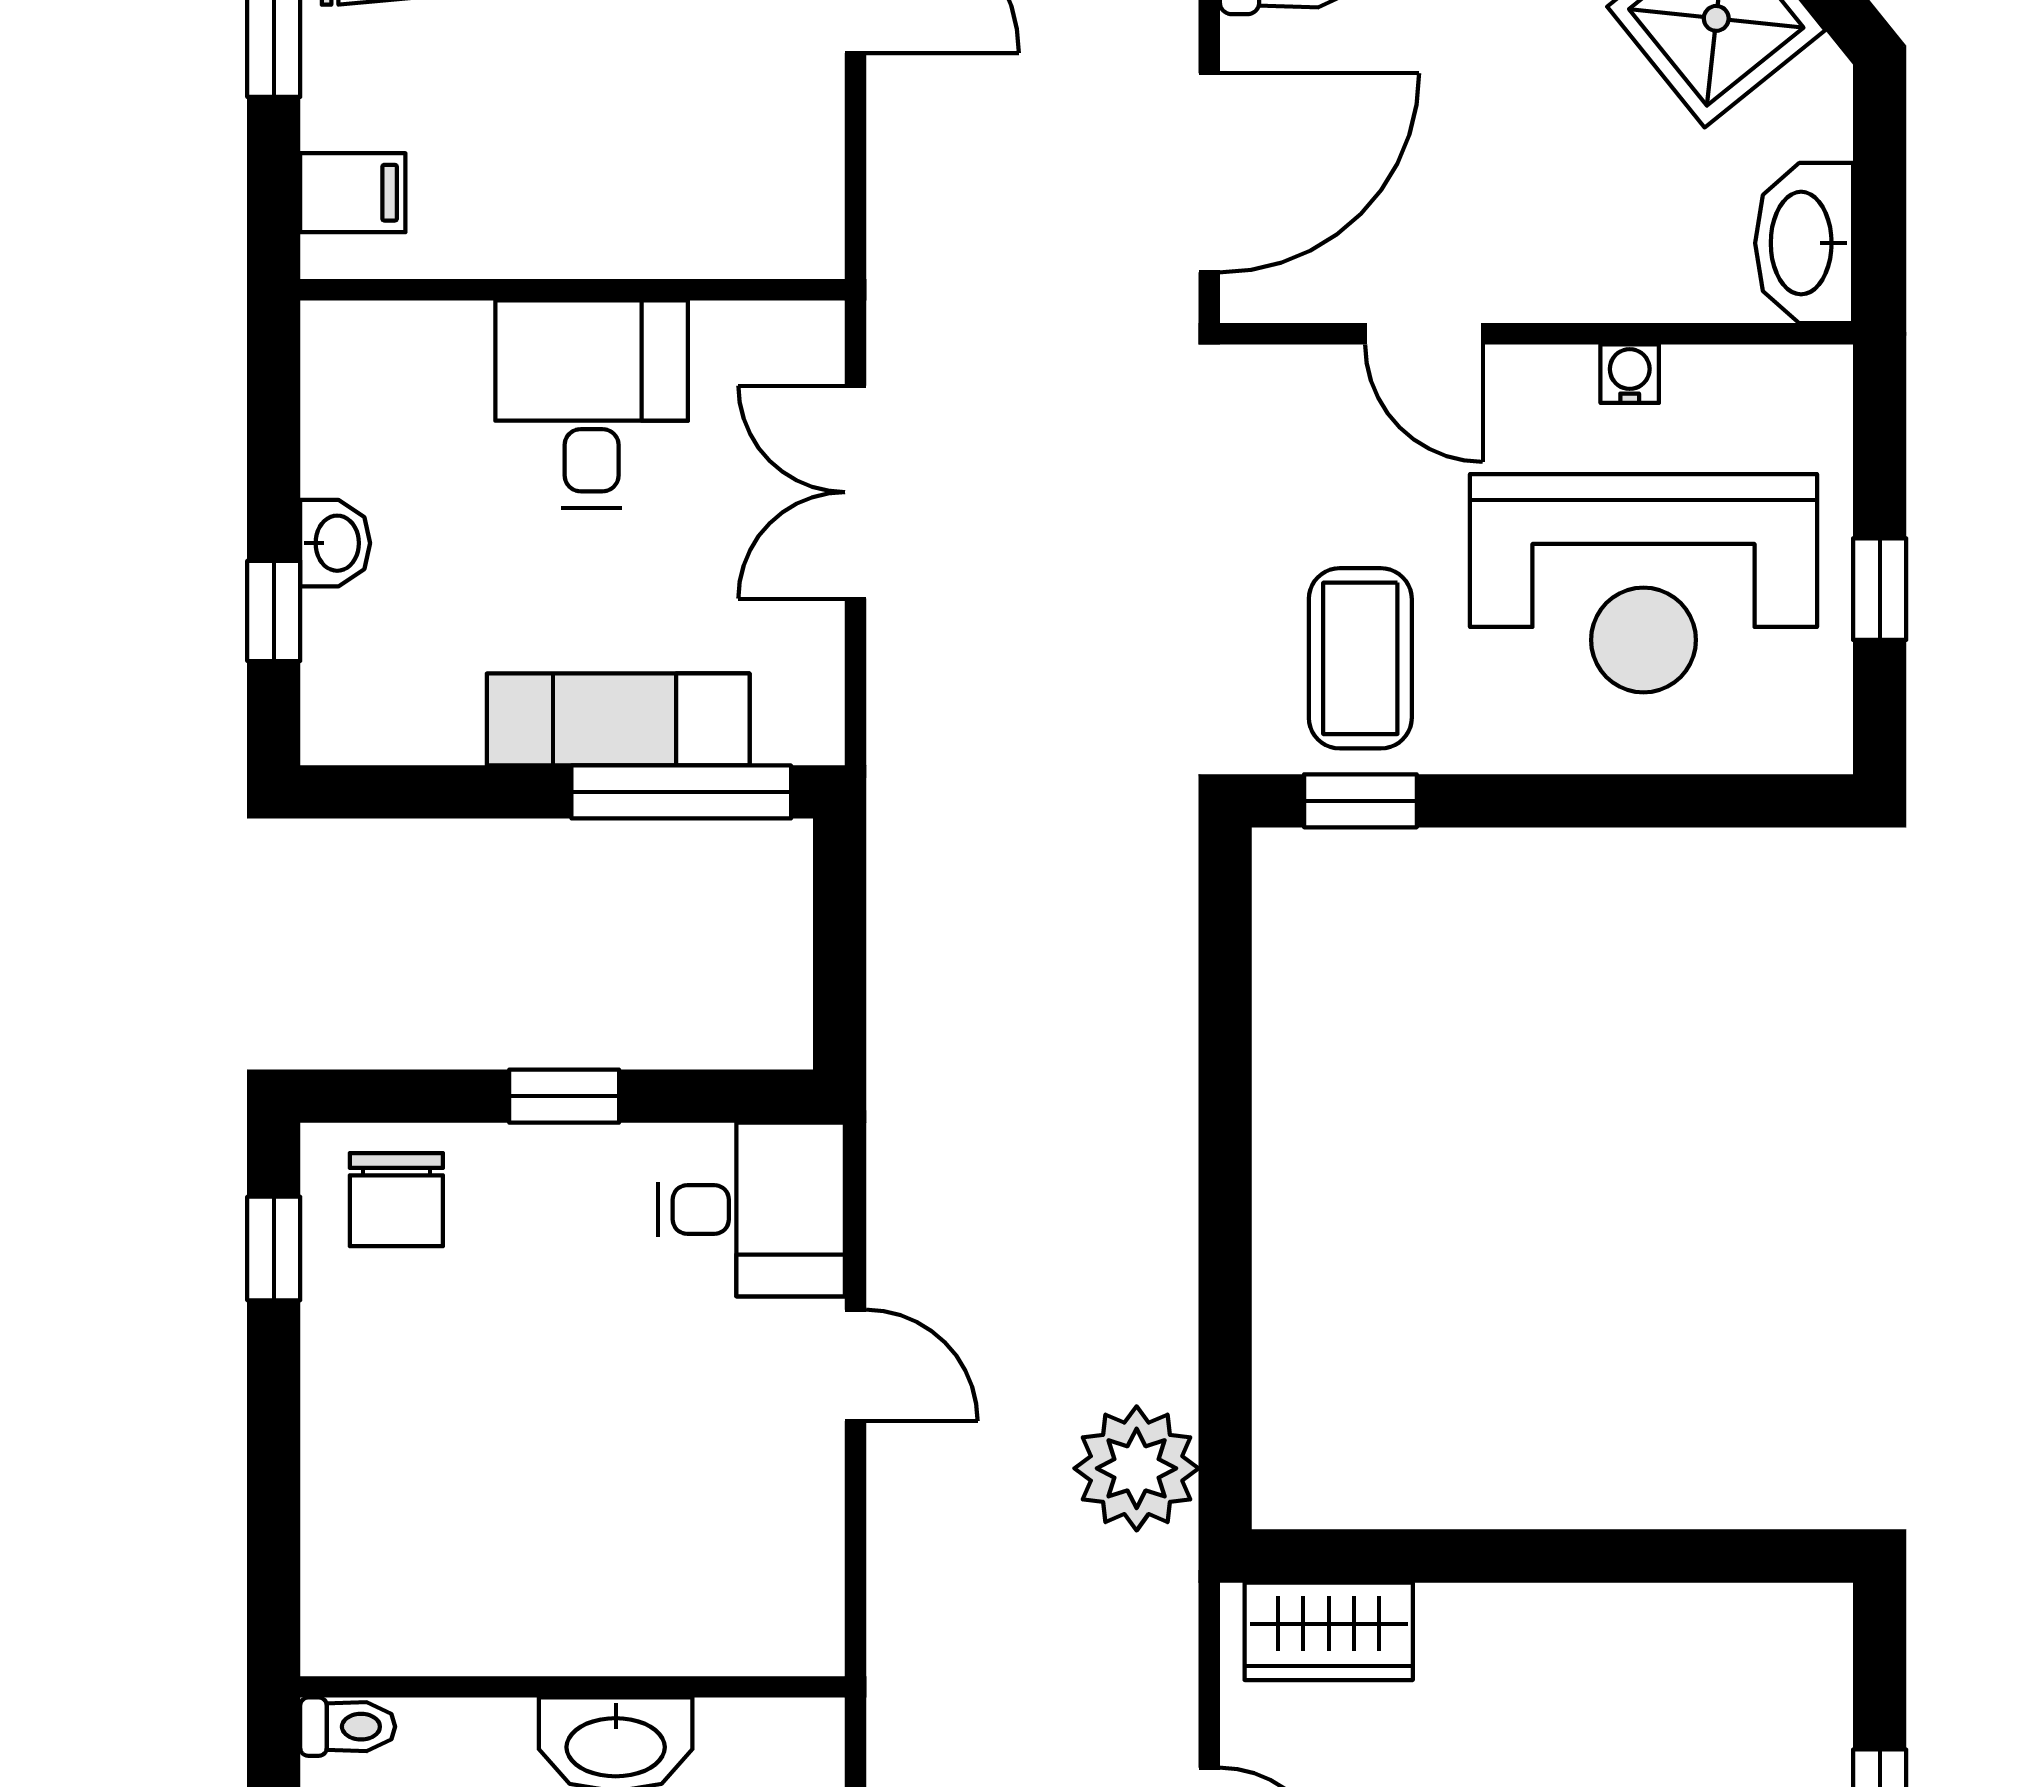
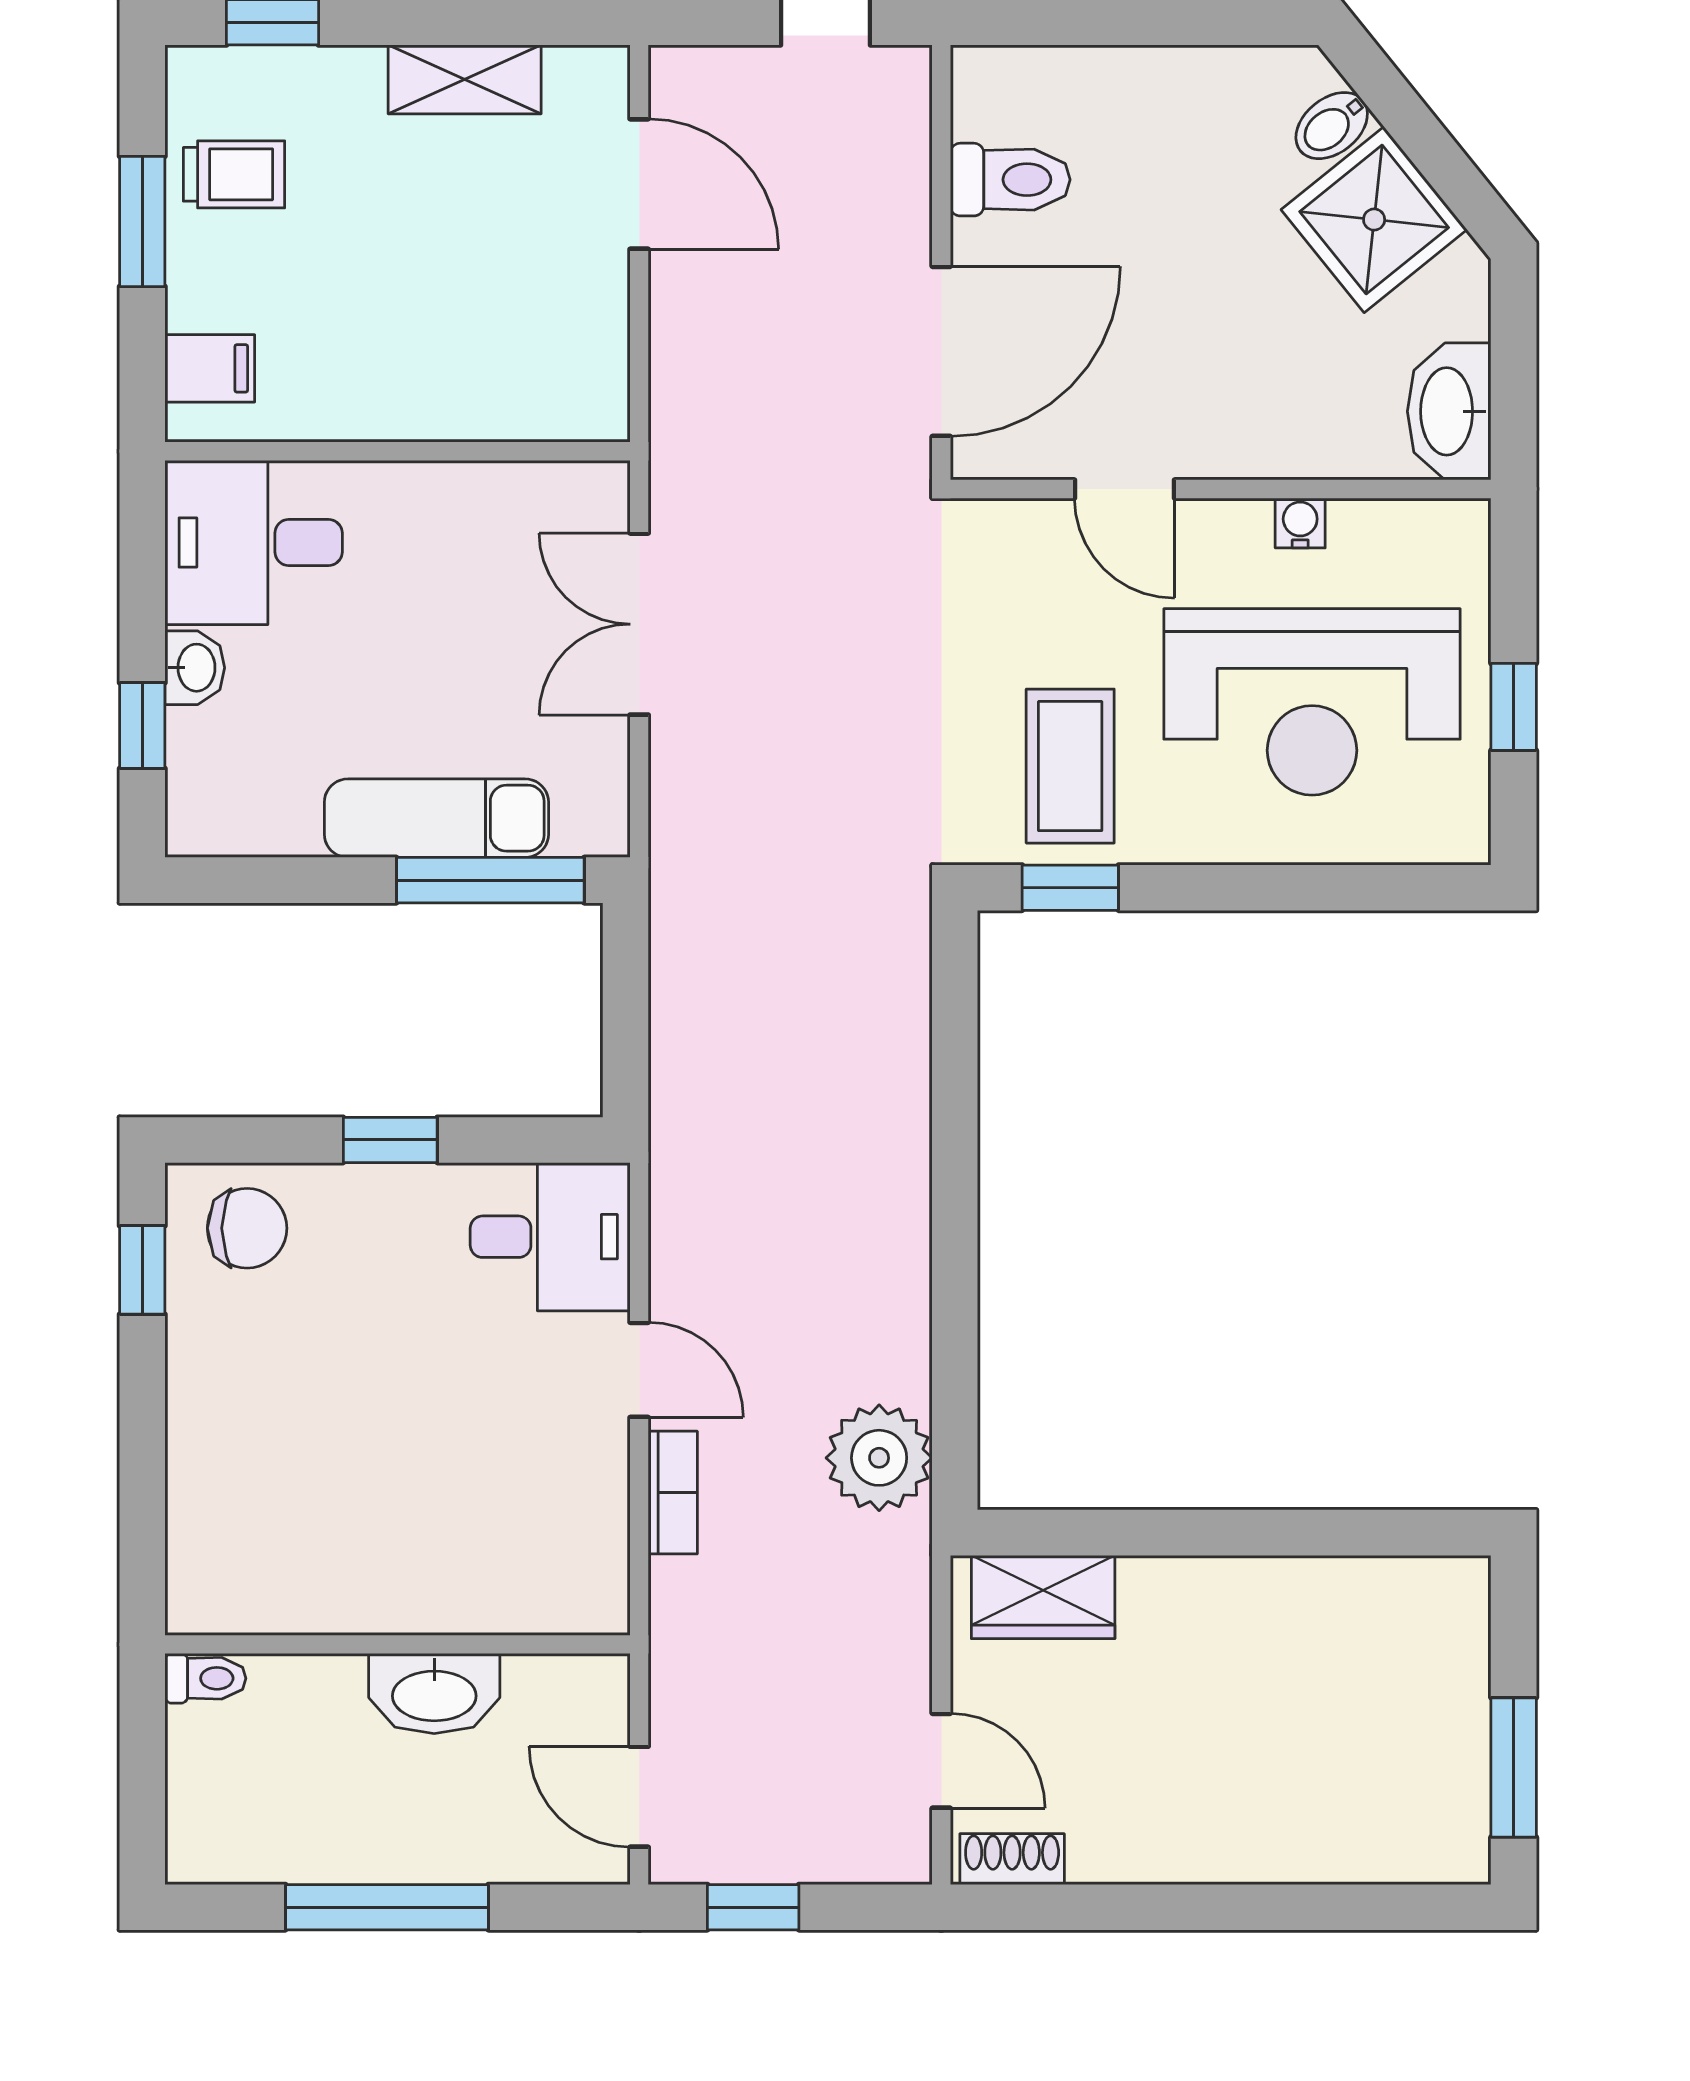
desk: (592, 404) -> (254, 542), moved, turned -90
chair: (396, 1200) -> (247, 1228), turned -90
bookcase: (895, 1509) -> (673, 1493), added

